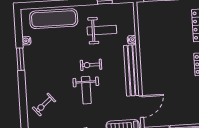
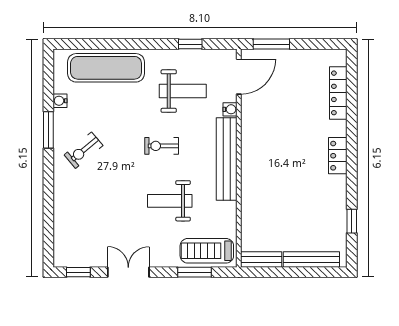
weight bench: (86, 90) -> (170, 201), moved, turned 90
exercise bike: (44, 105) -> (84, 150), moved
door: (141, 107) -> (239, 77), moved

